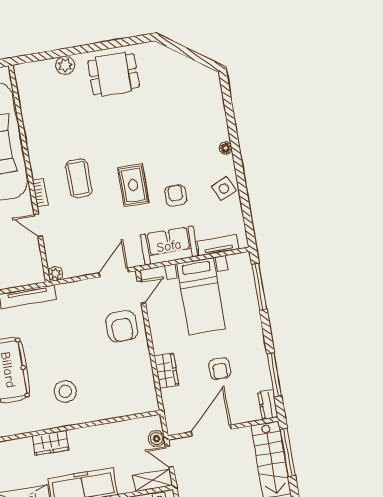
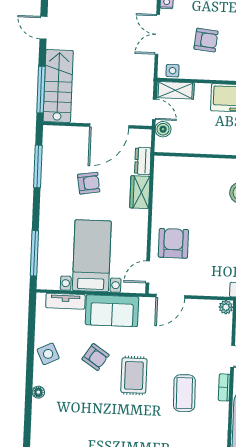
armchair: (176, 196) -> (96, 357), turned -56
armchair: (220, 369) -> (89, 183), turned 81
dresser: (268, 405) -> (143, 161), moved, turned 180

